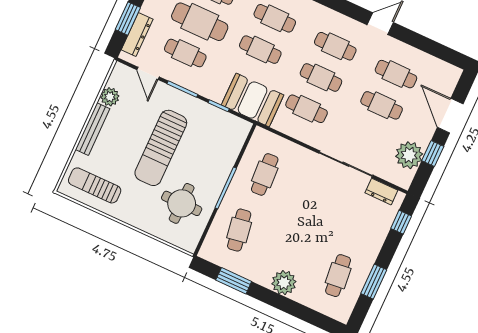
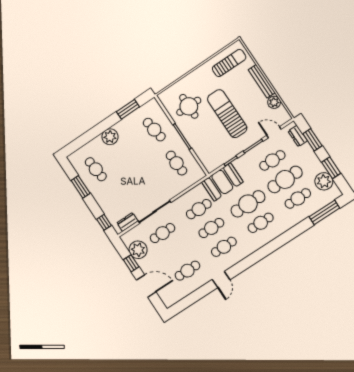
dresser: (137, 34) -> (298, 136), width x0.70
cafe table: (260, 50) -> (248, 204), width x1.37, depth x1.35
cafe table: (382, 105) -> (163, 233), moved

